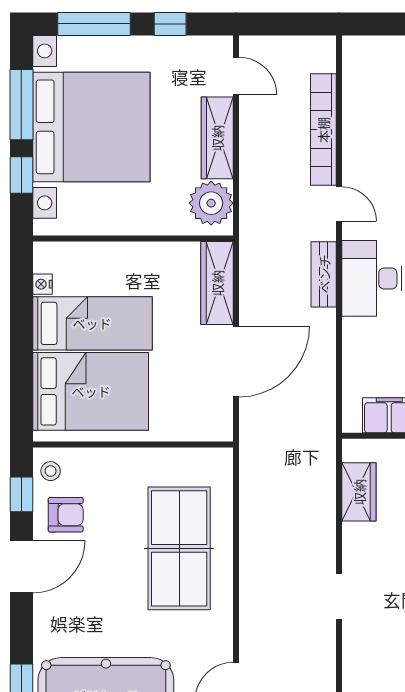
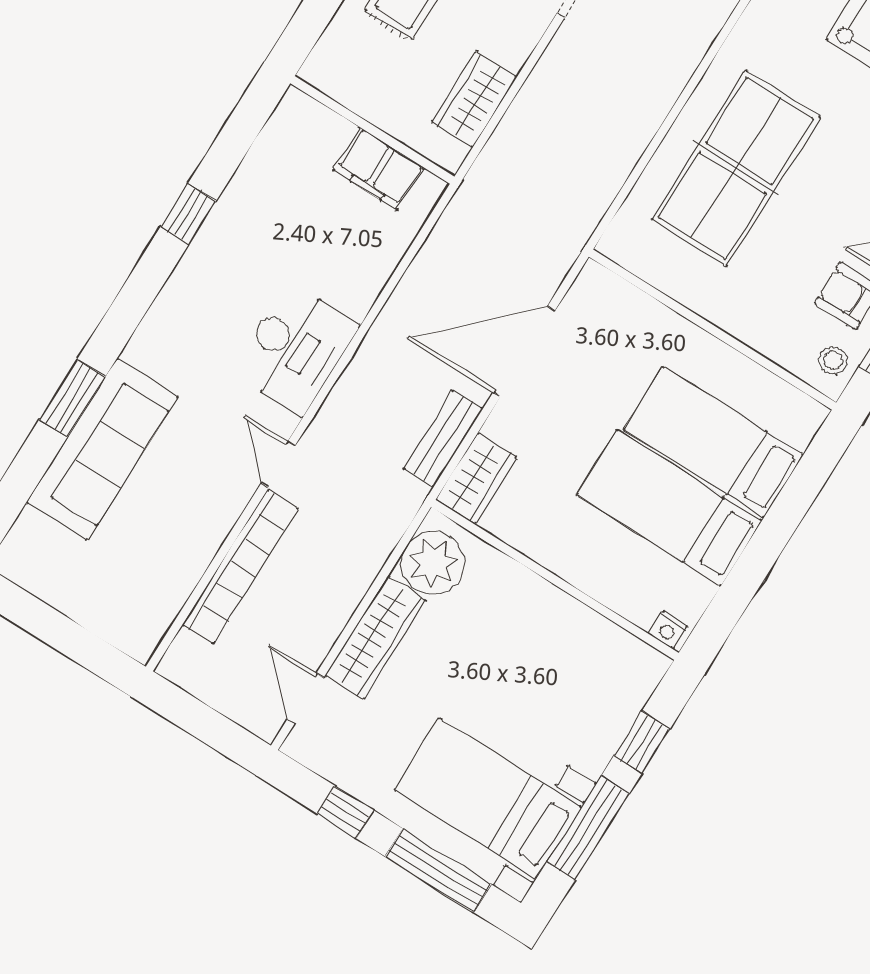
bed with nightstands: (91, 127) -> (488, 798), width x0.54
bench: (324, 274) -> (443, 439), moved
wardrobe: (217, 283) -> (476, 478), width x0.67
nightstand: (43, 284) -> (668, 630), moved, turned 90
bed: (91, 391) -> (713, 442), width x0.67

